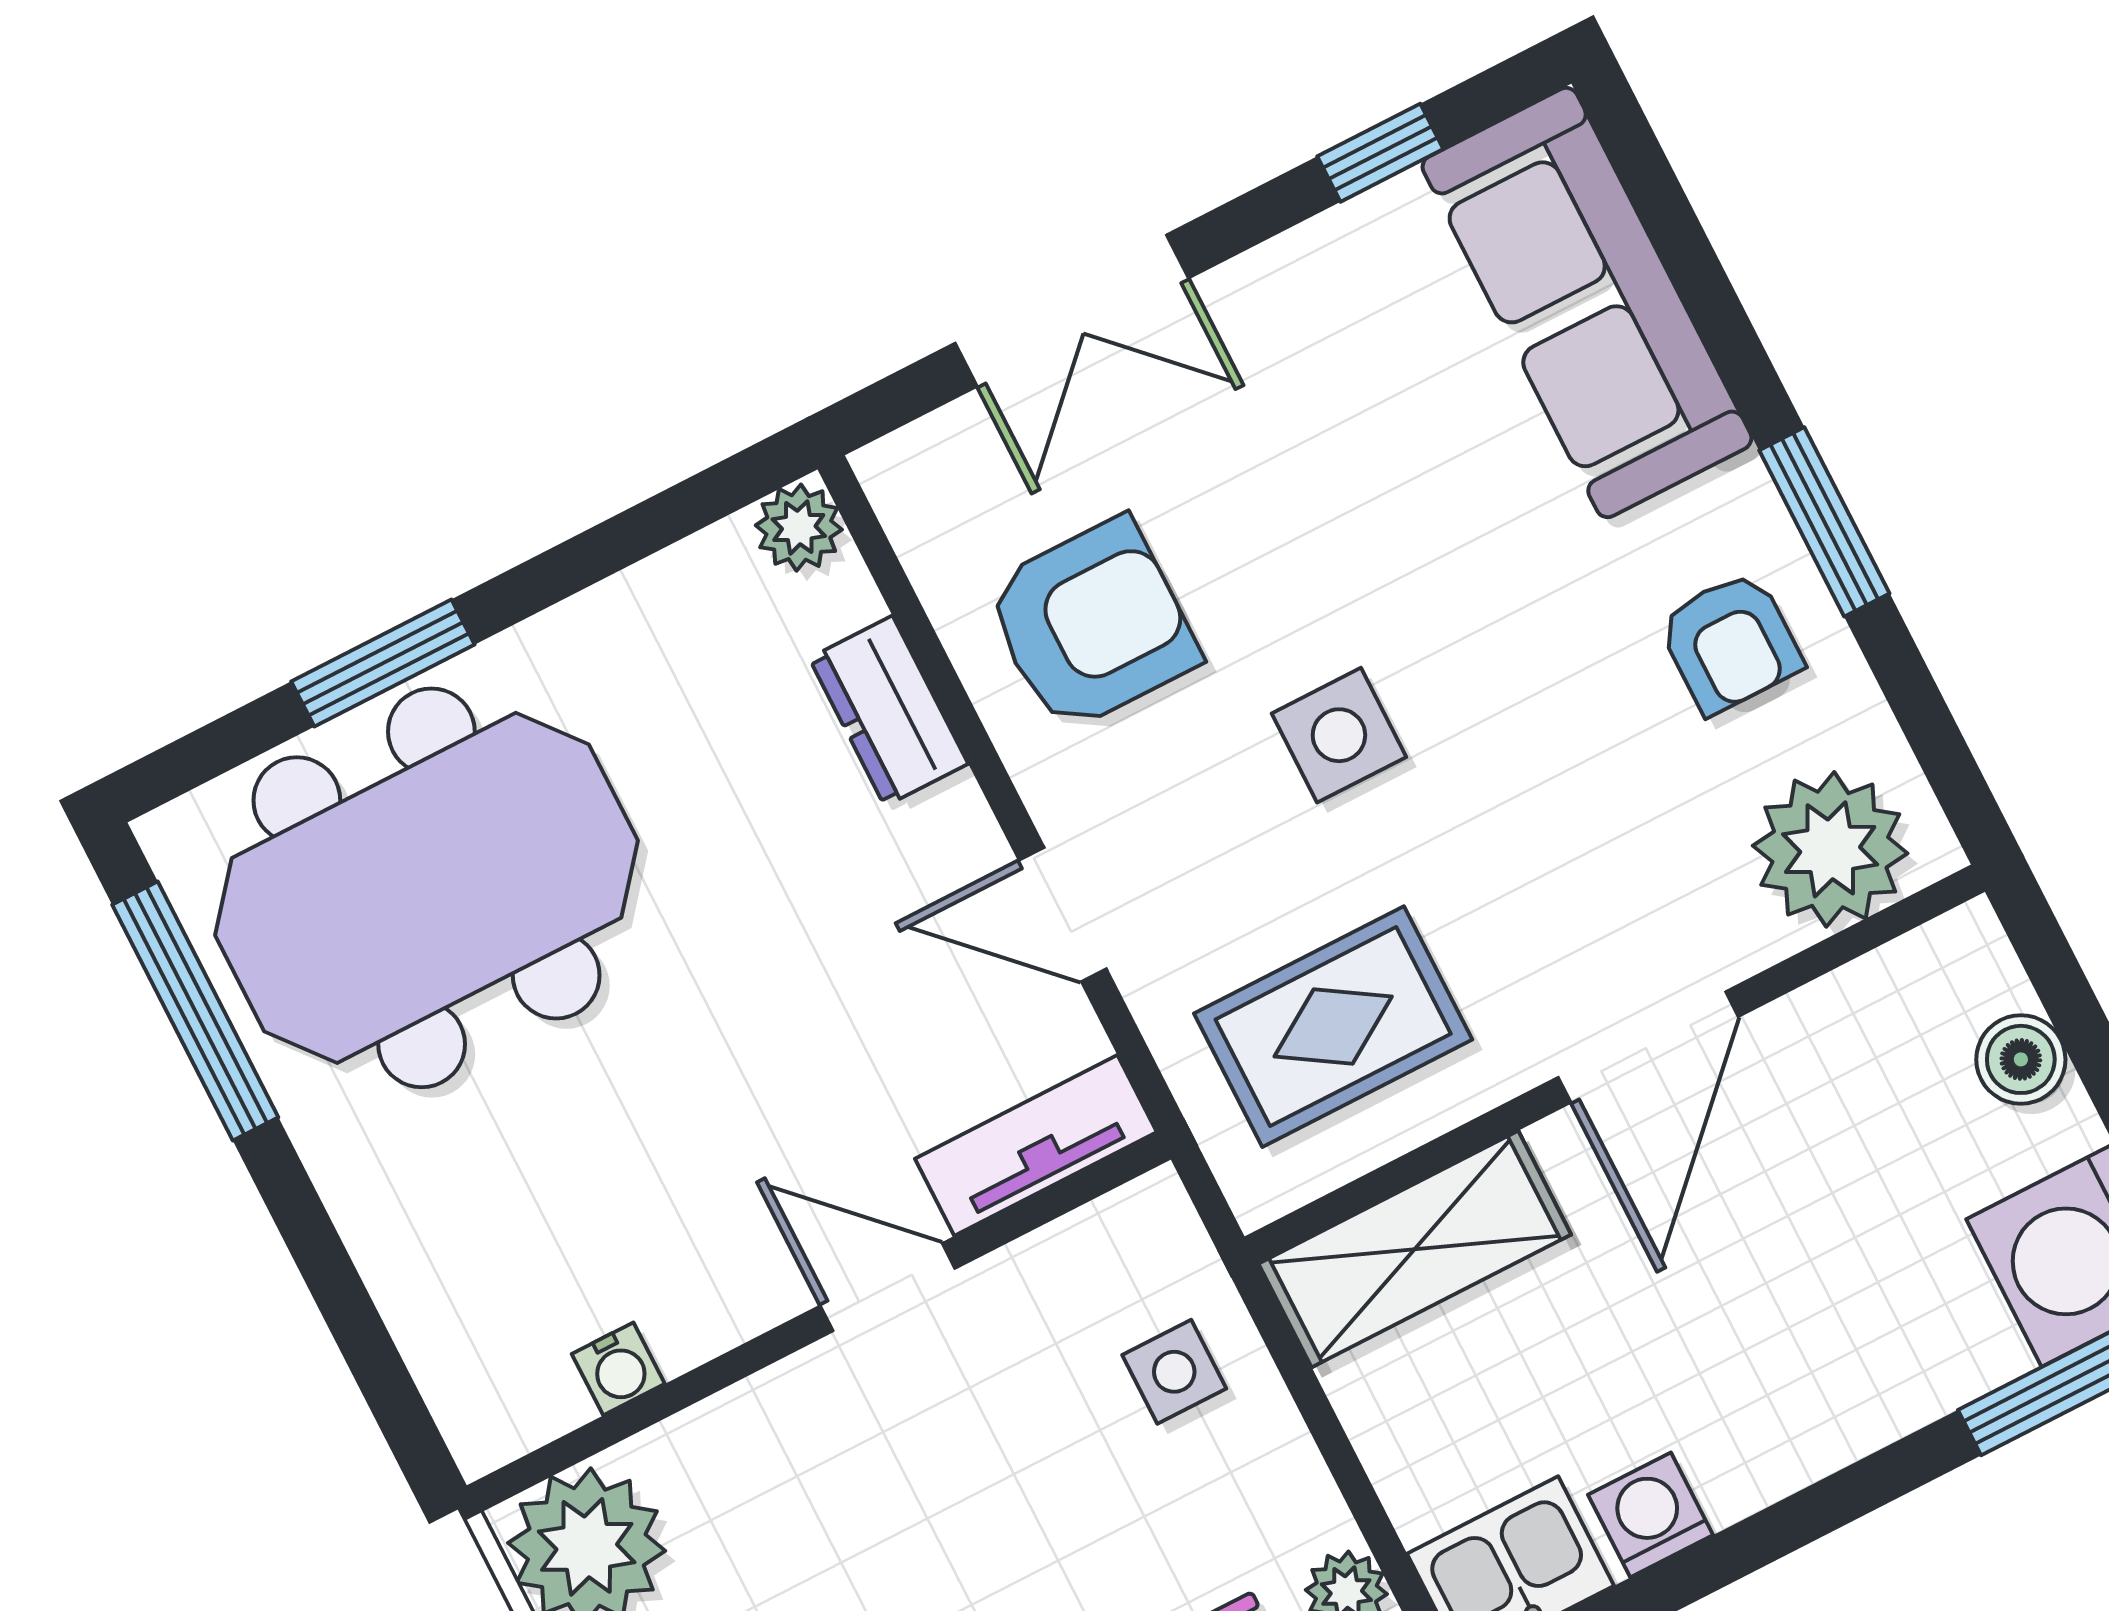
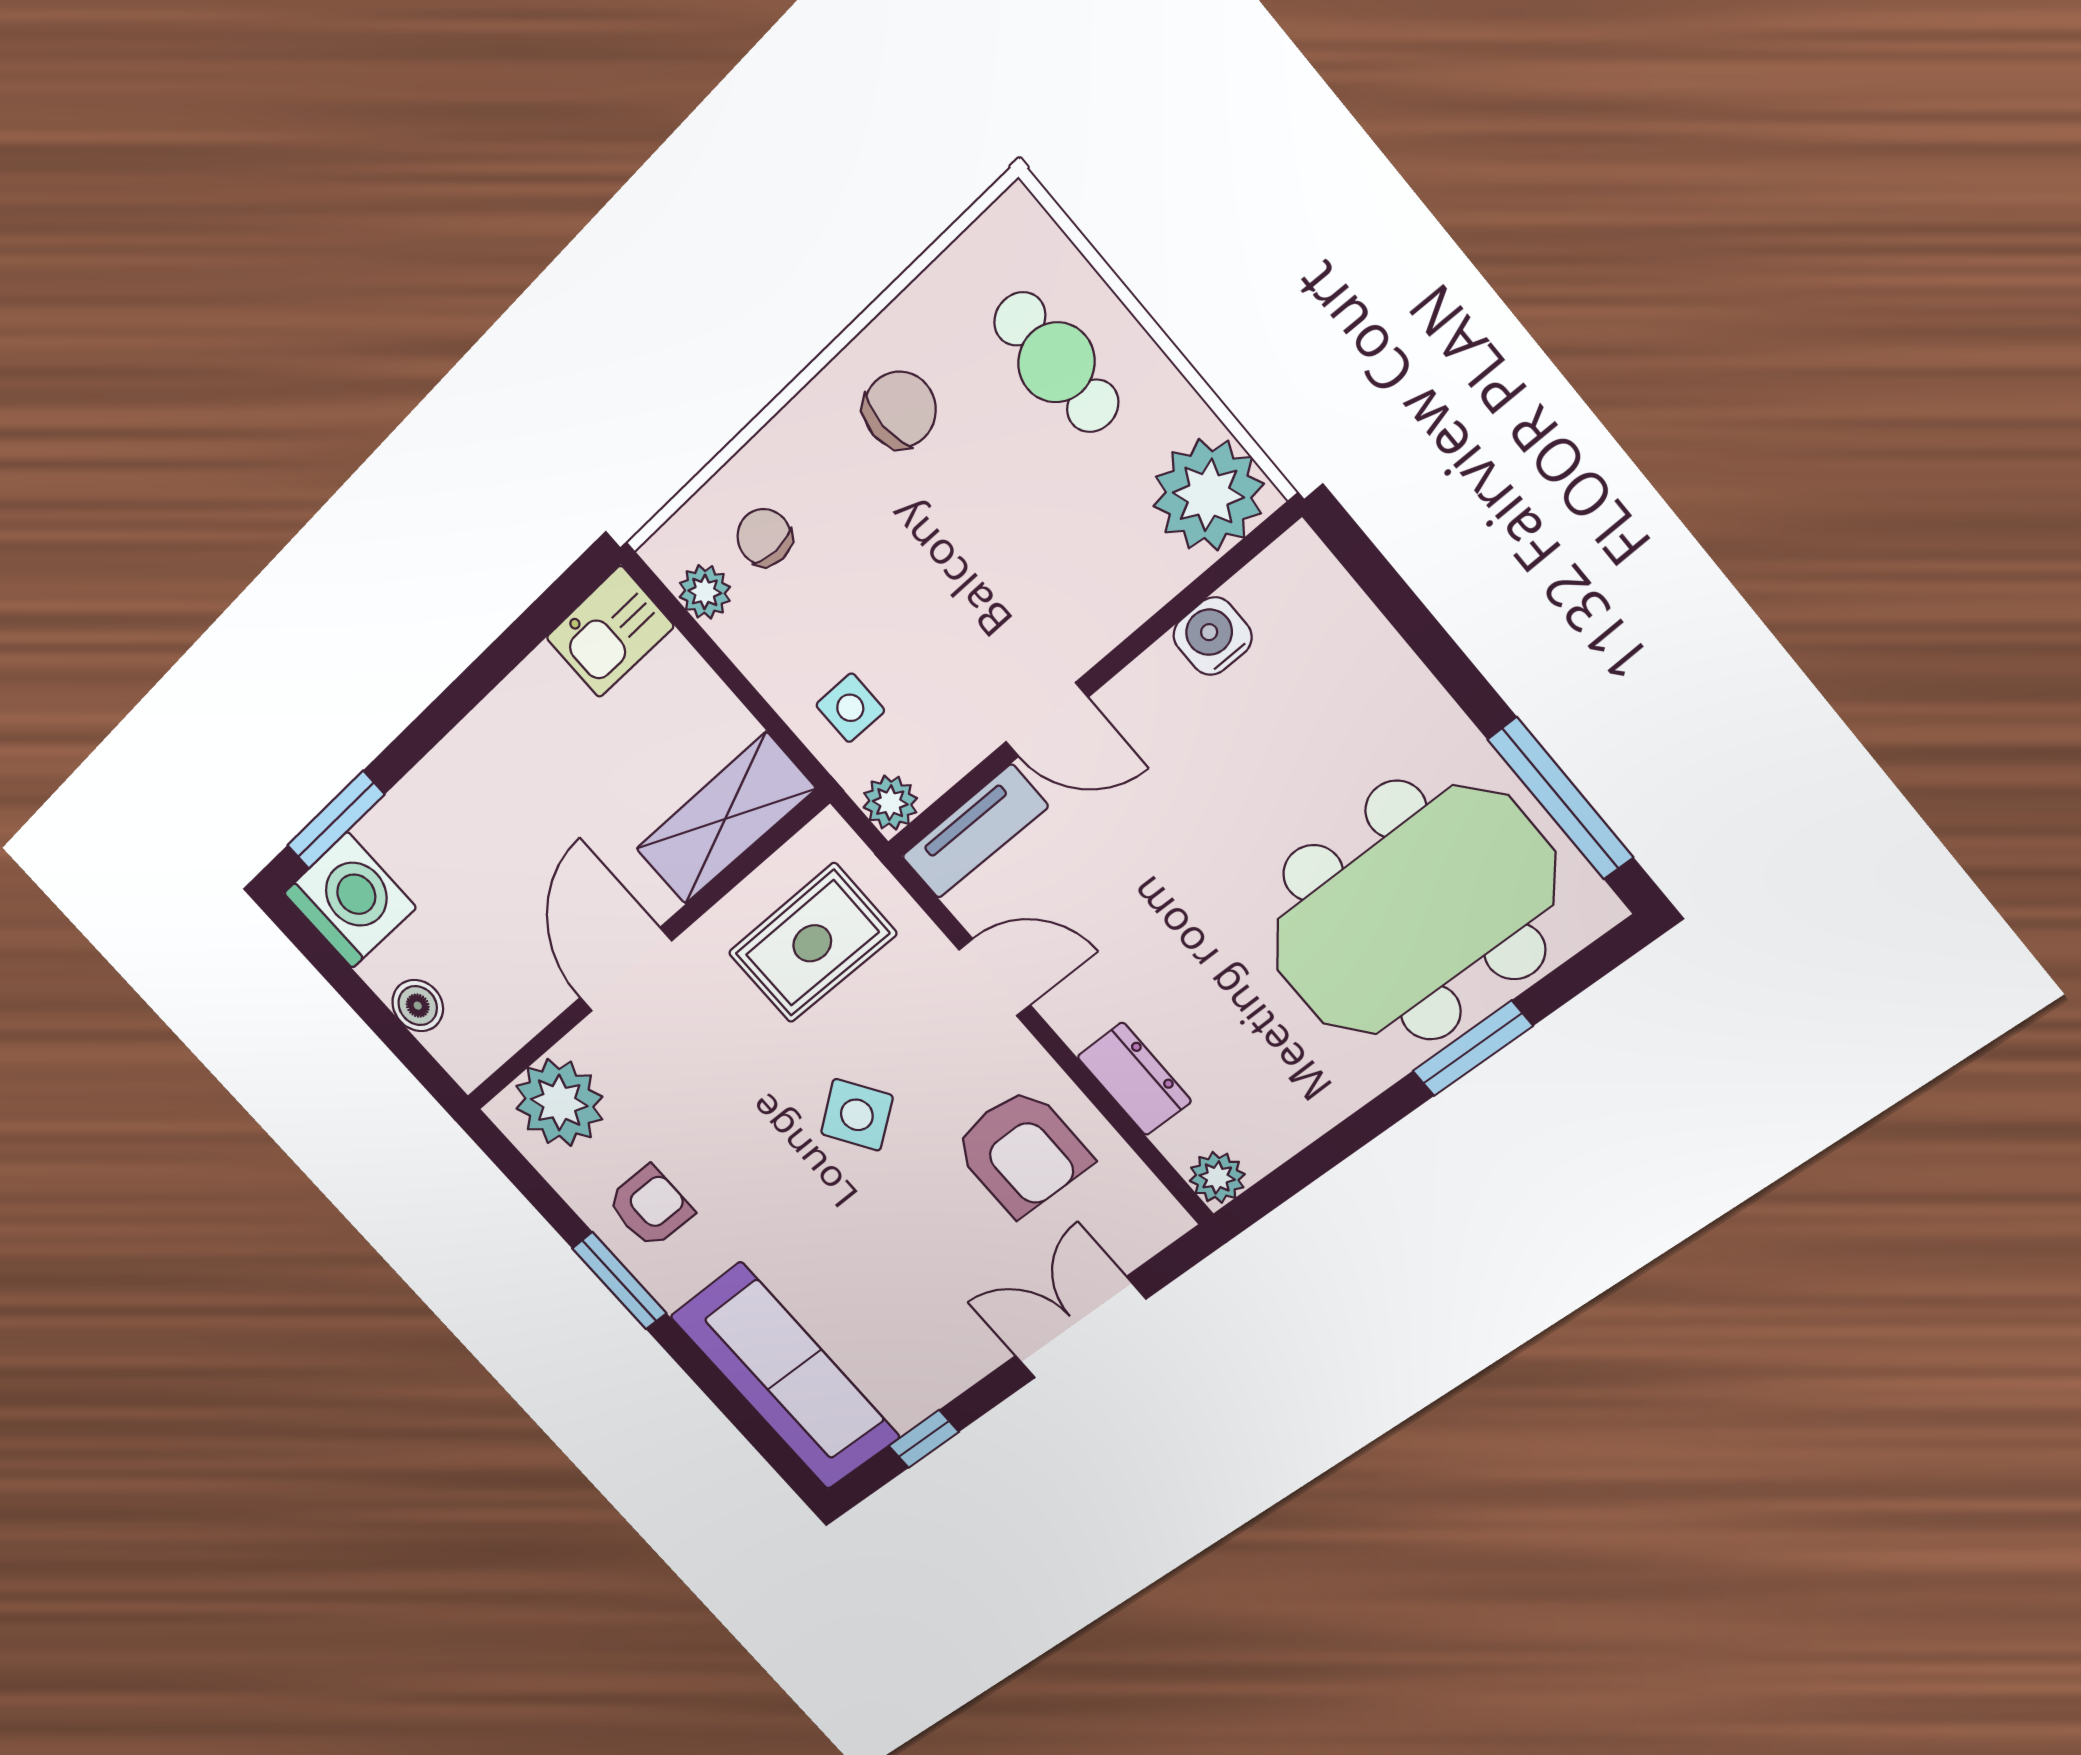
armchair: (1092, 625) -> (1022, 1152), turned -90
armchair: (1730, 642) -> (650, 1207), turned 90
side table: (1339, 735) -> (857, 1115), turned -35
plant: (1152, 1217) -> (890, 803), added
water cooler: (618, 1369) -> (1213, 636), width x1.38, depth x1.38
washing machine: (1651, 1515) -> (538, 687), removed

